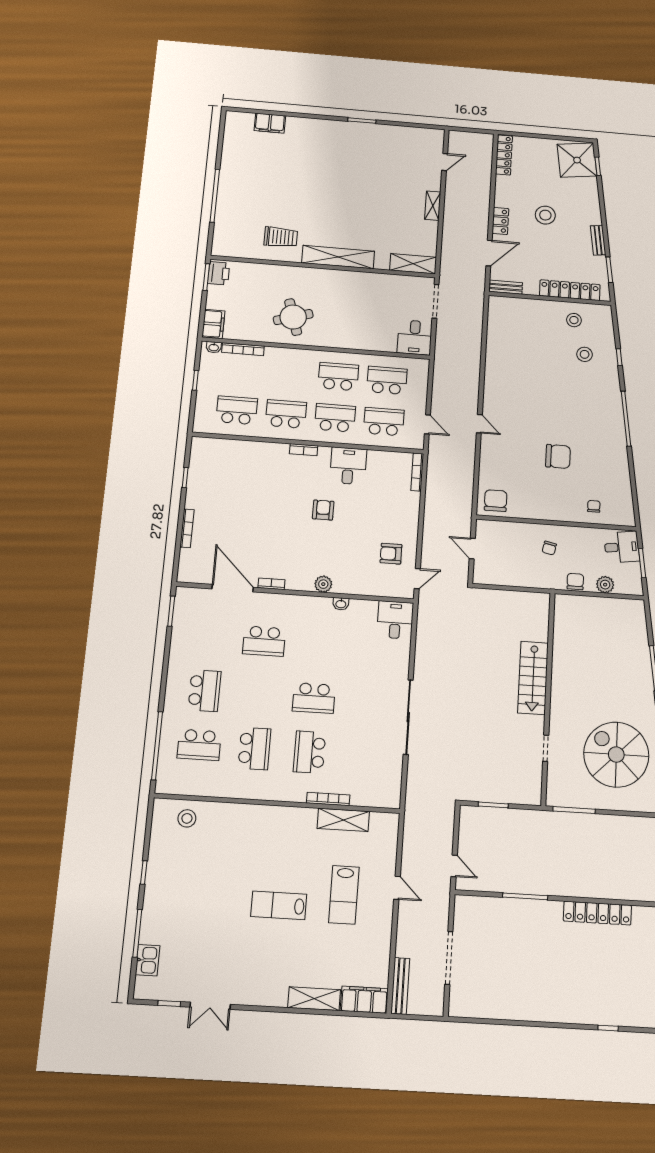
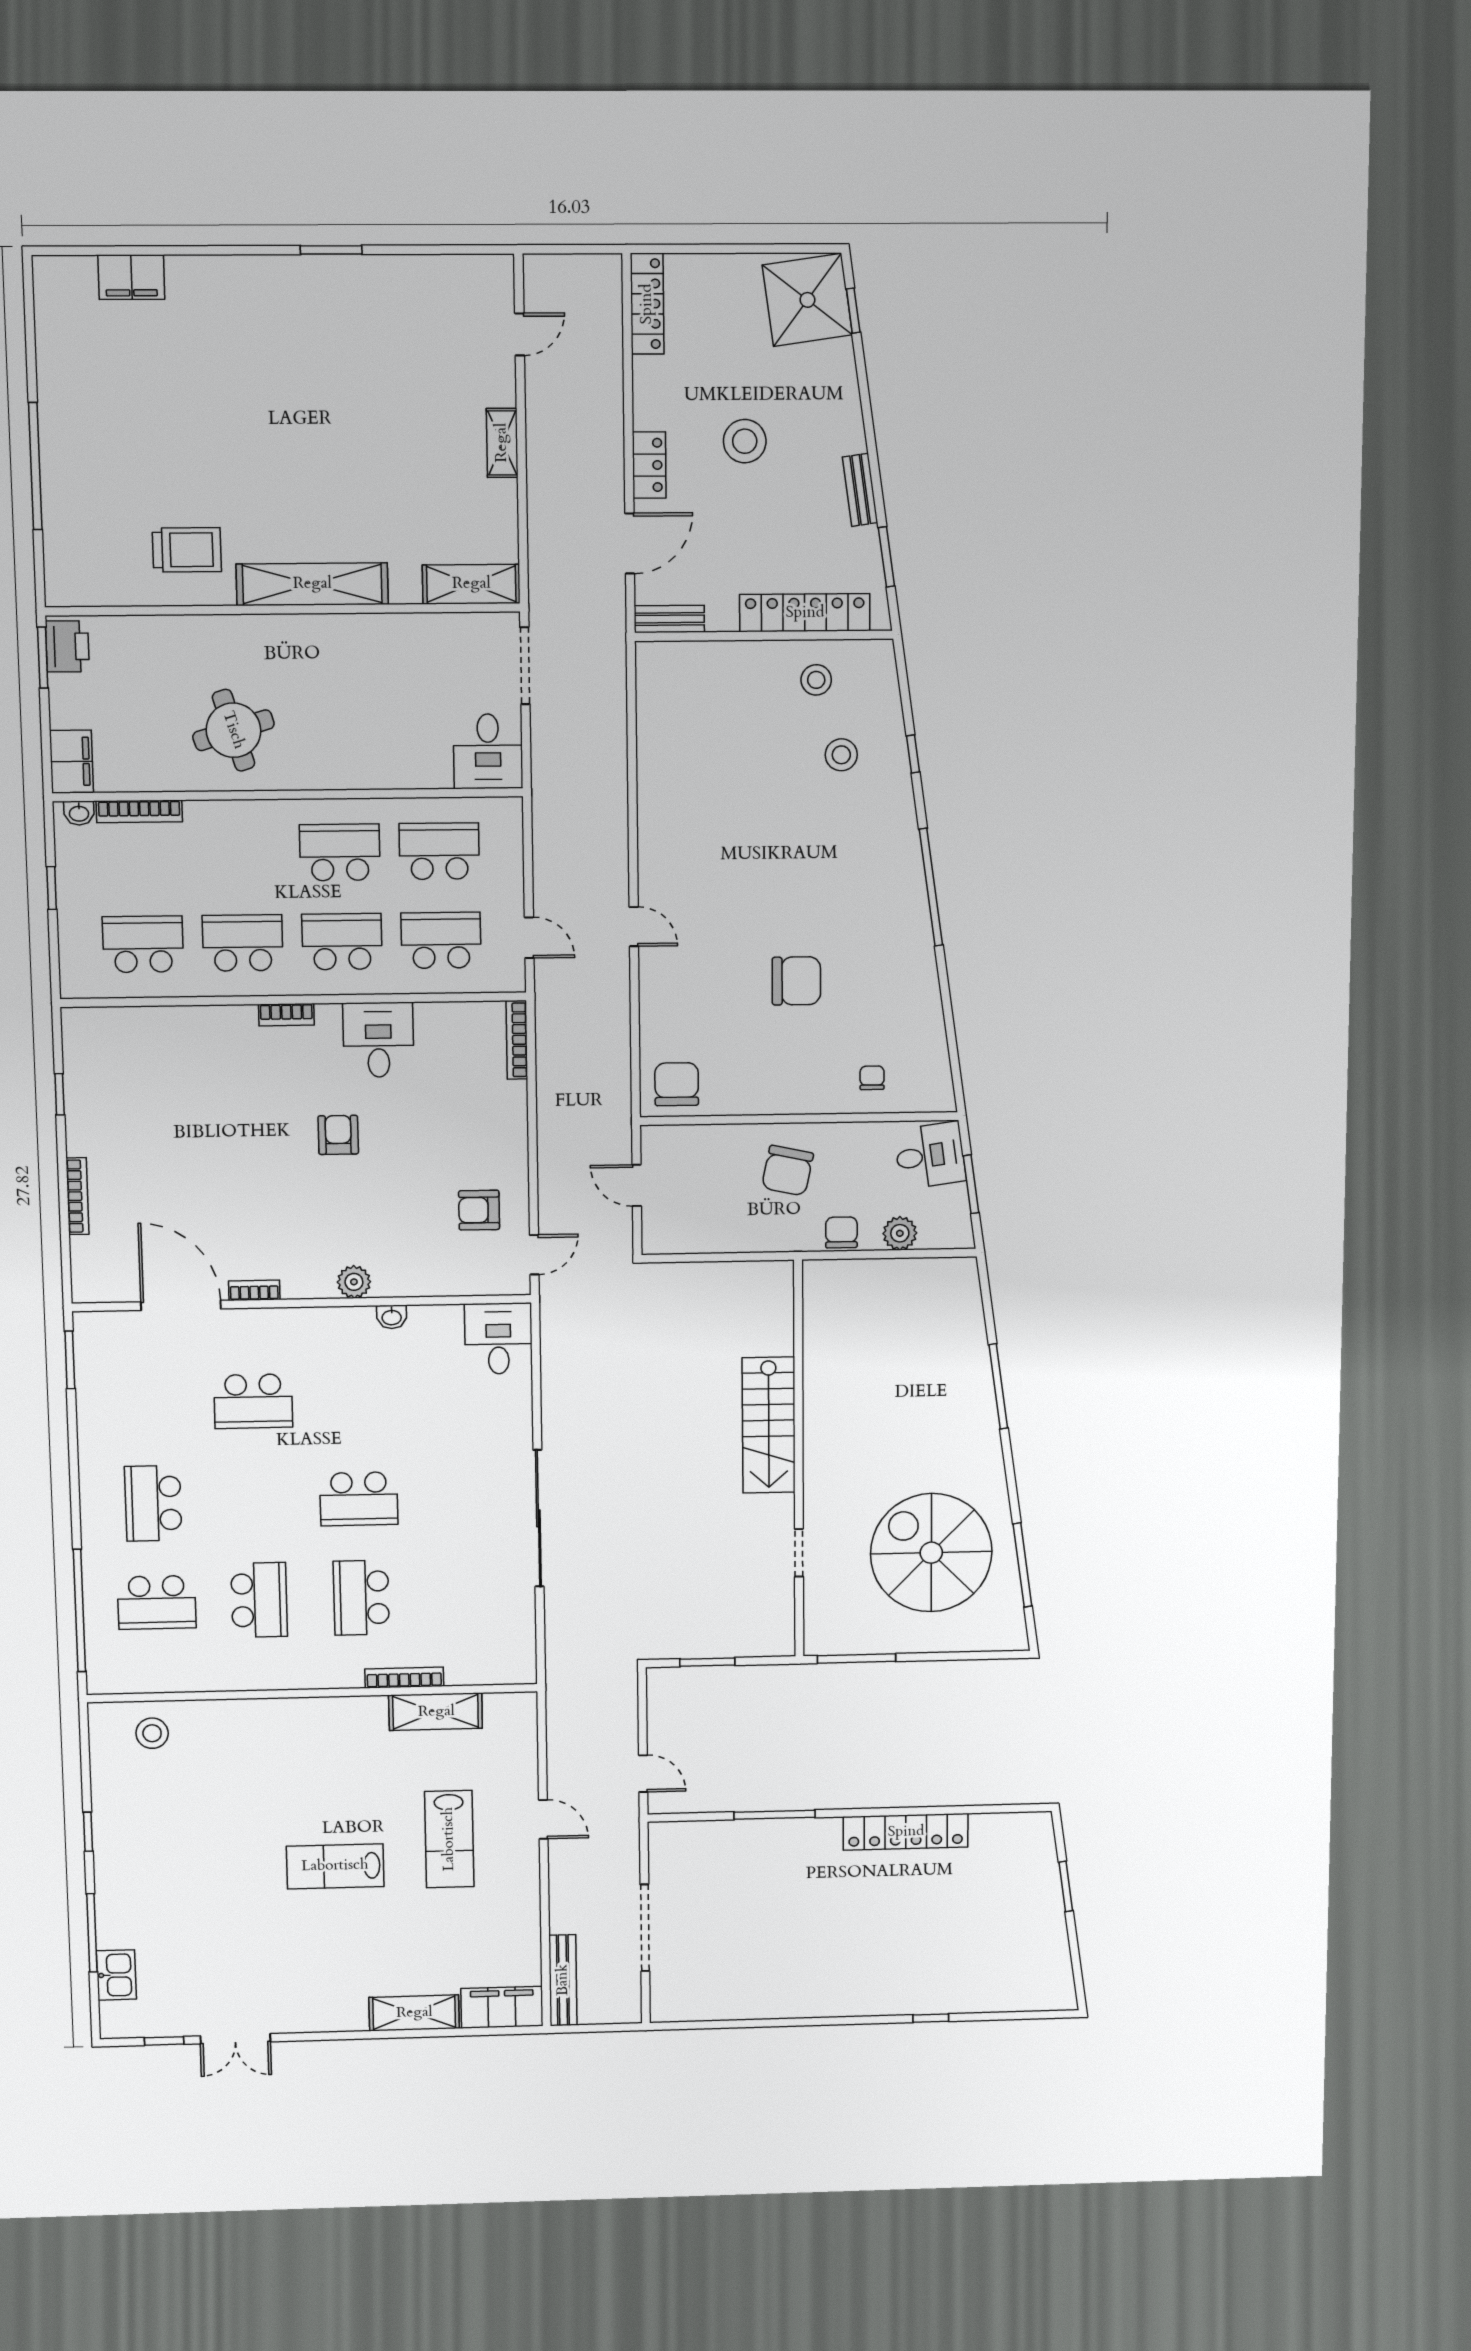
chair: (549, 548) -> (788, 1171), width x1.87, depth x1.87
school desk: (205, 691) -> (153, 1503), turned 180

